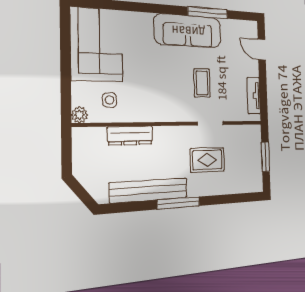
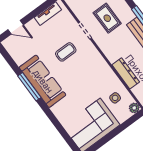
window: (208, 13) -> (29, 87), moved
door: (262, 50) -> (16, 27), hinge flipped

